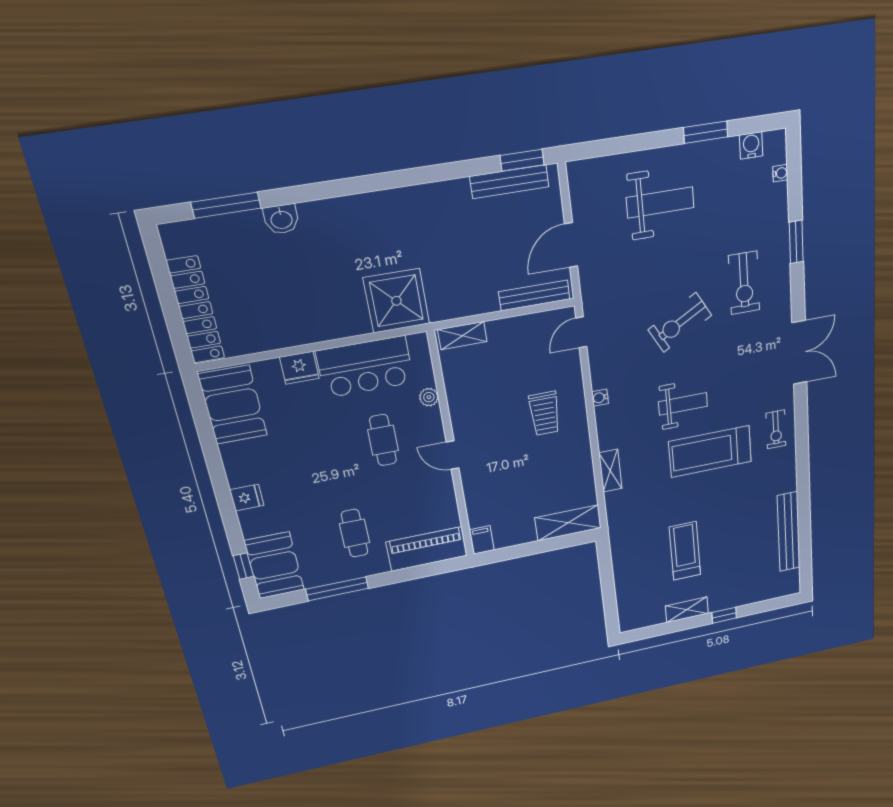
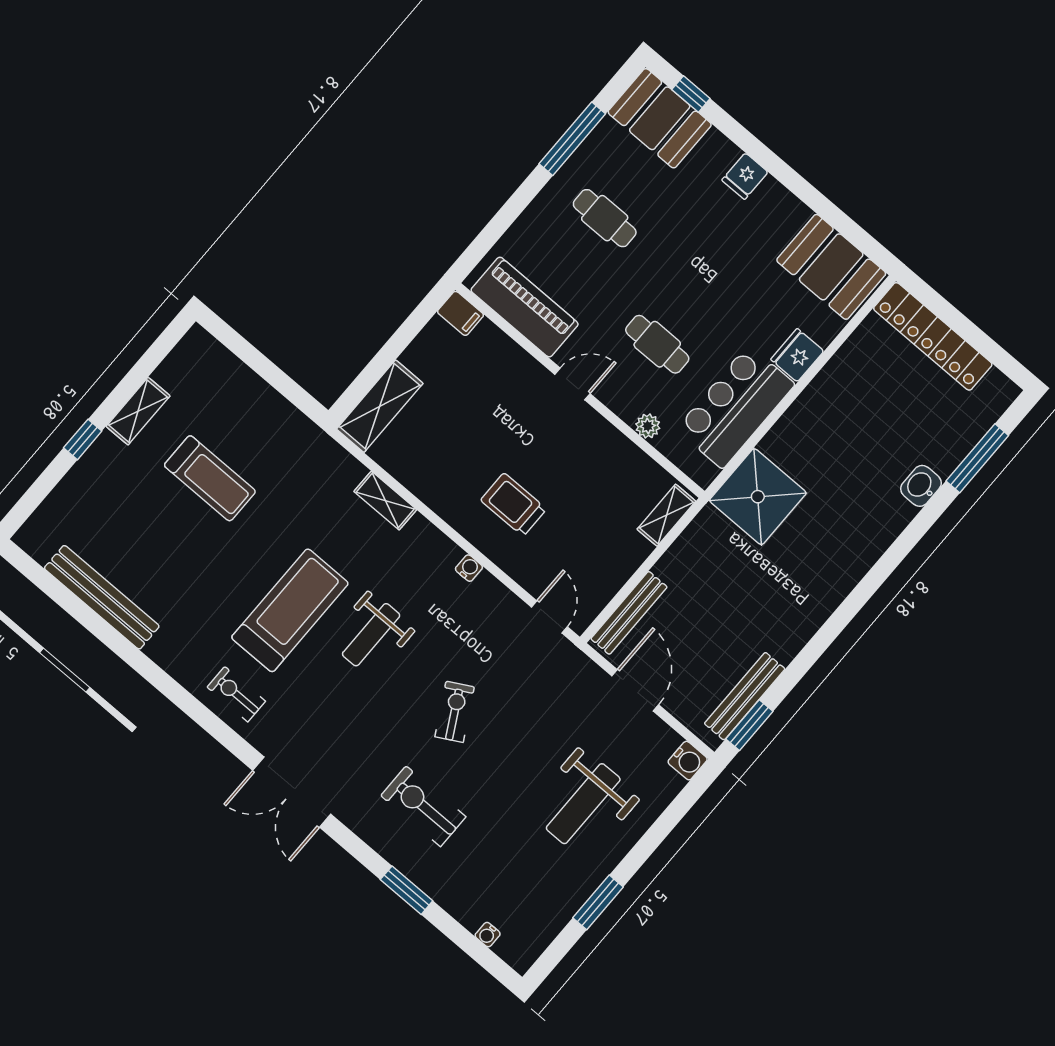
water cooler: (751, 145) -> (688, 761), moved
exercise bike: (680, 322) -> (455, 712), width x0.73, depth x0.72
piano: (427, 549) -> (525, 307), moved, turned -90

